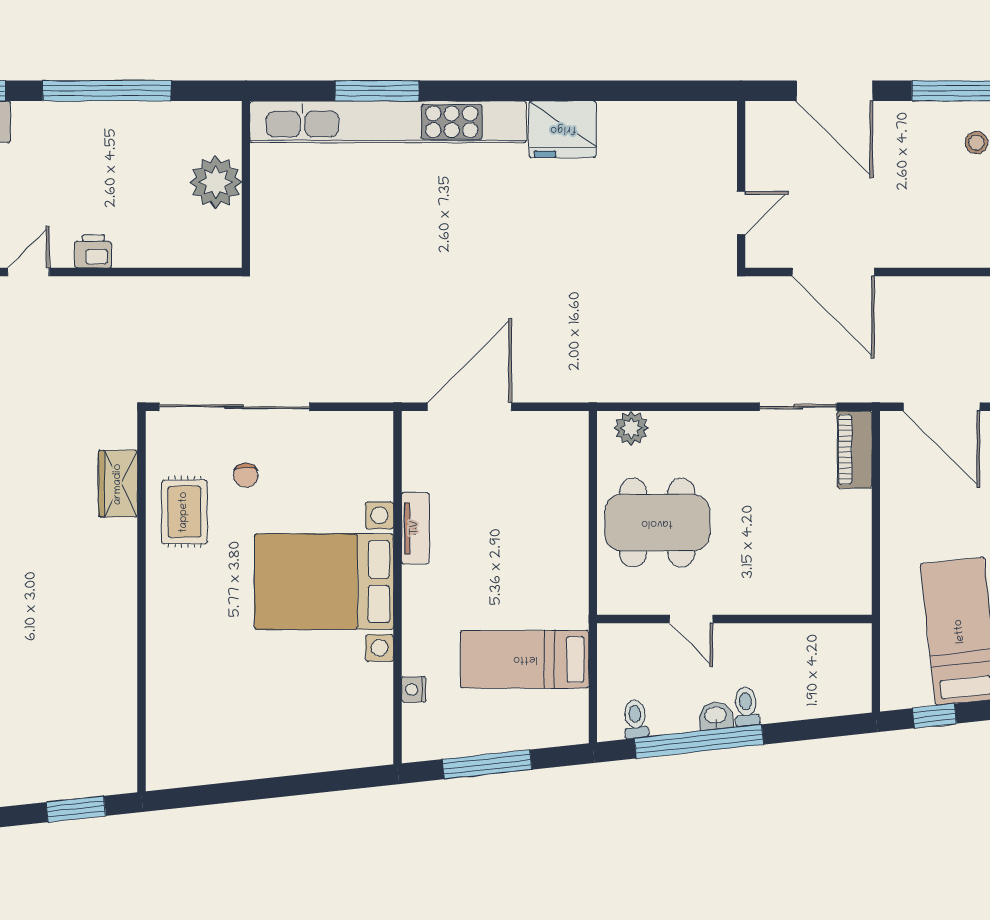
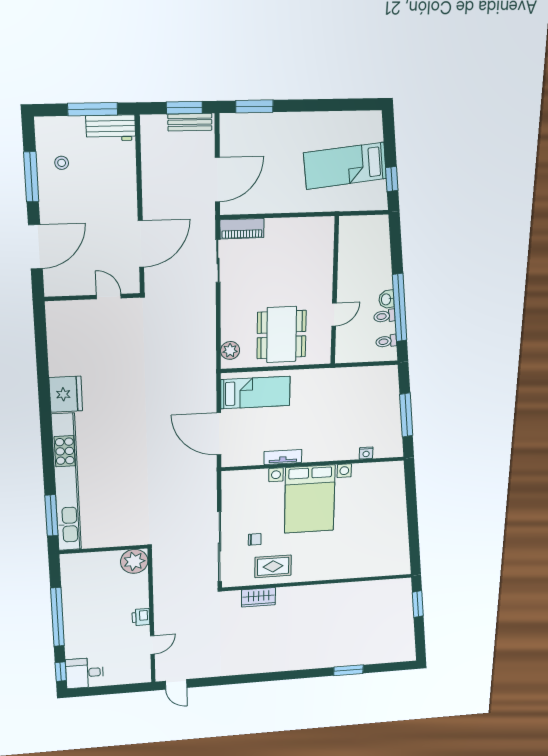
window: (377, 91) -> (51, 515), moved
plant: (216, 182) -> (134, 561), moved
door: (29, 272) -> (152, 645), swing flipped
bed: (525, 659) -> (255, 393), moved, turned -90
toilet: (746, 707) -> (384, 316), moved

